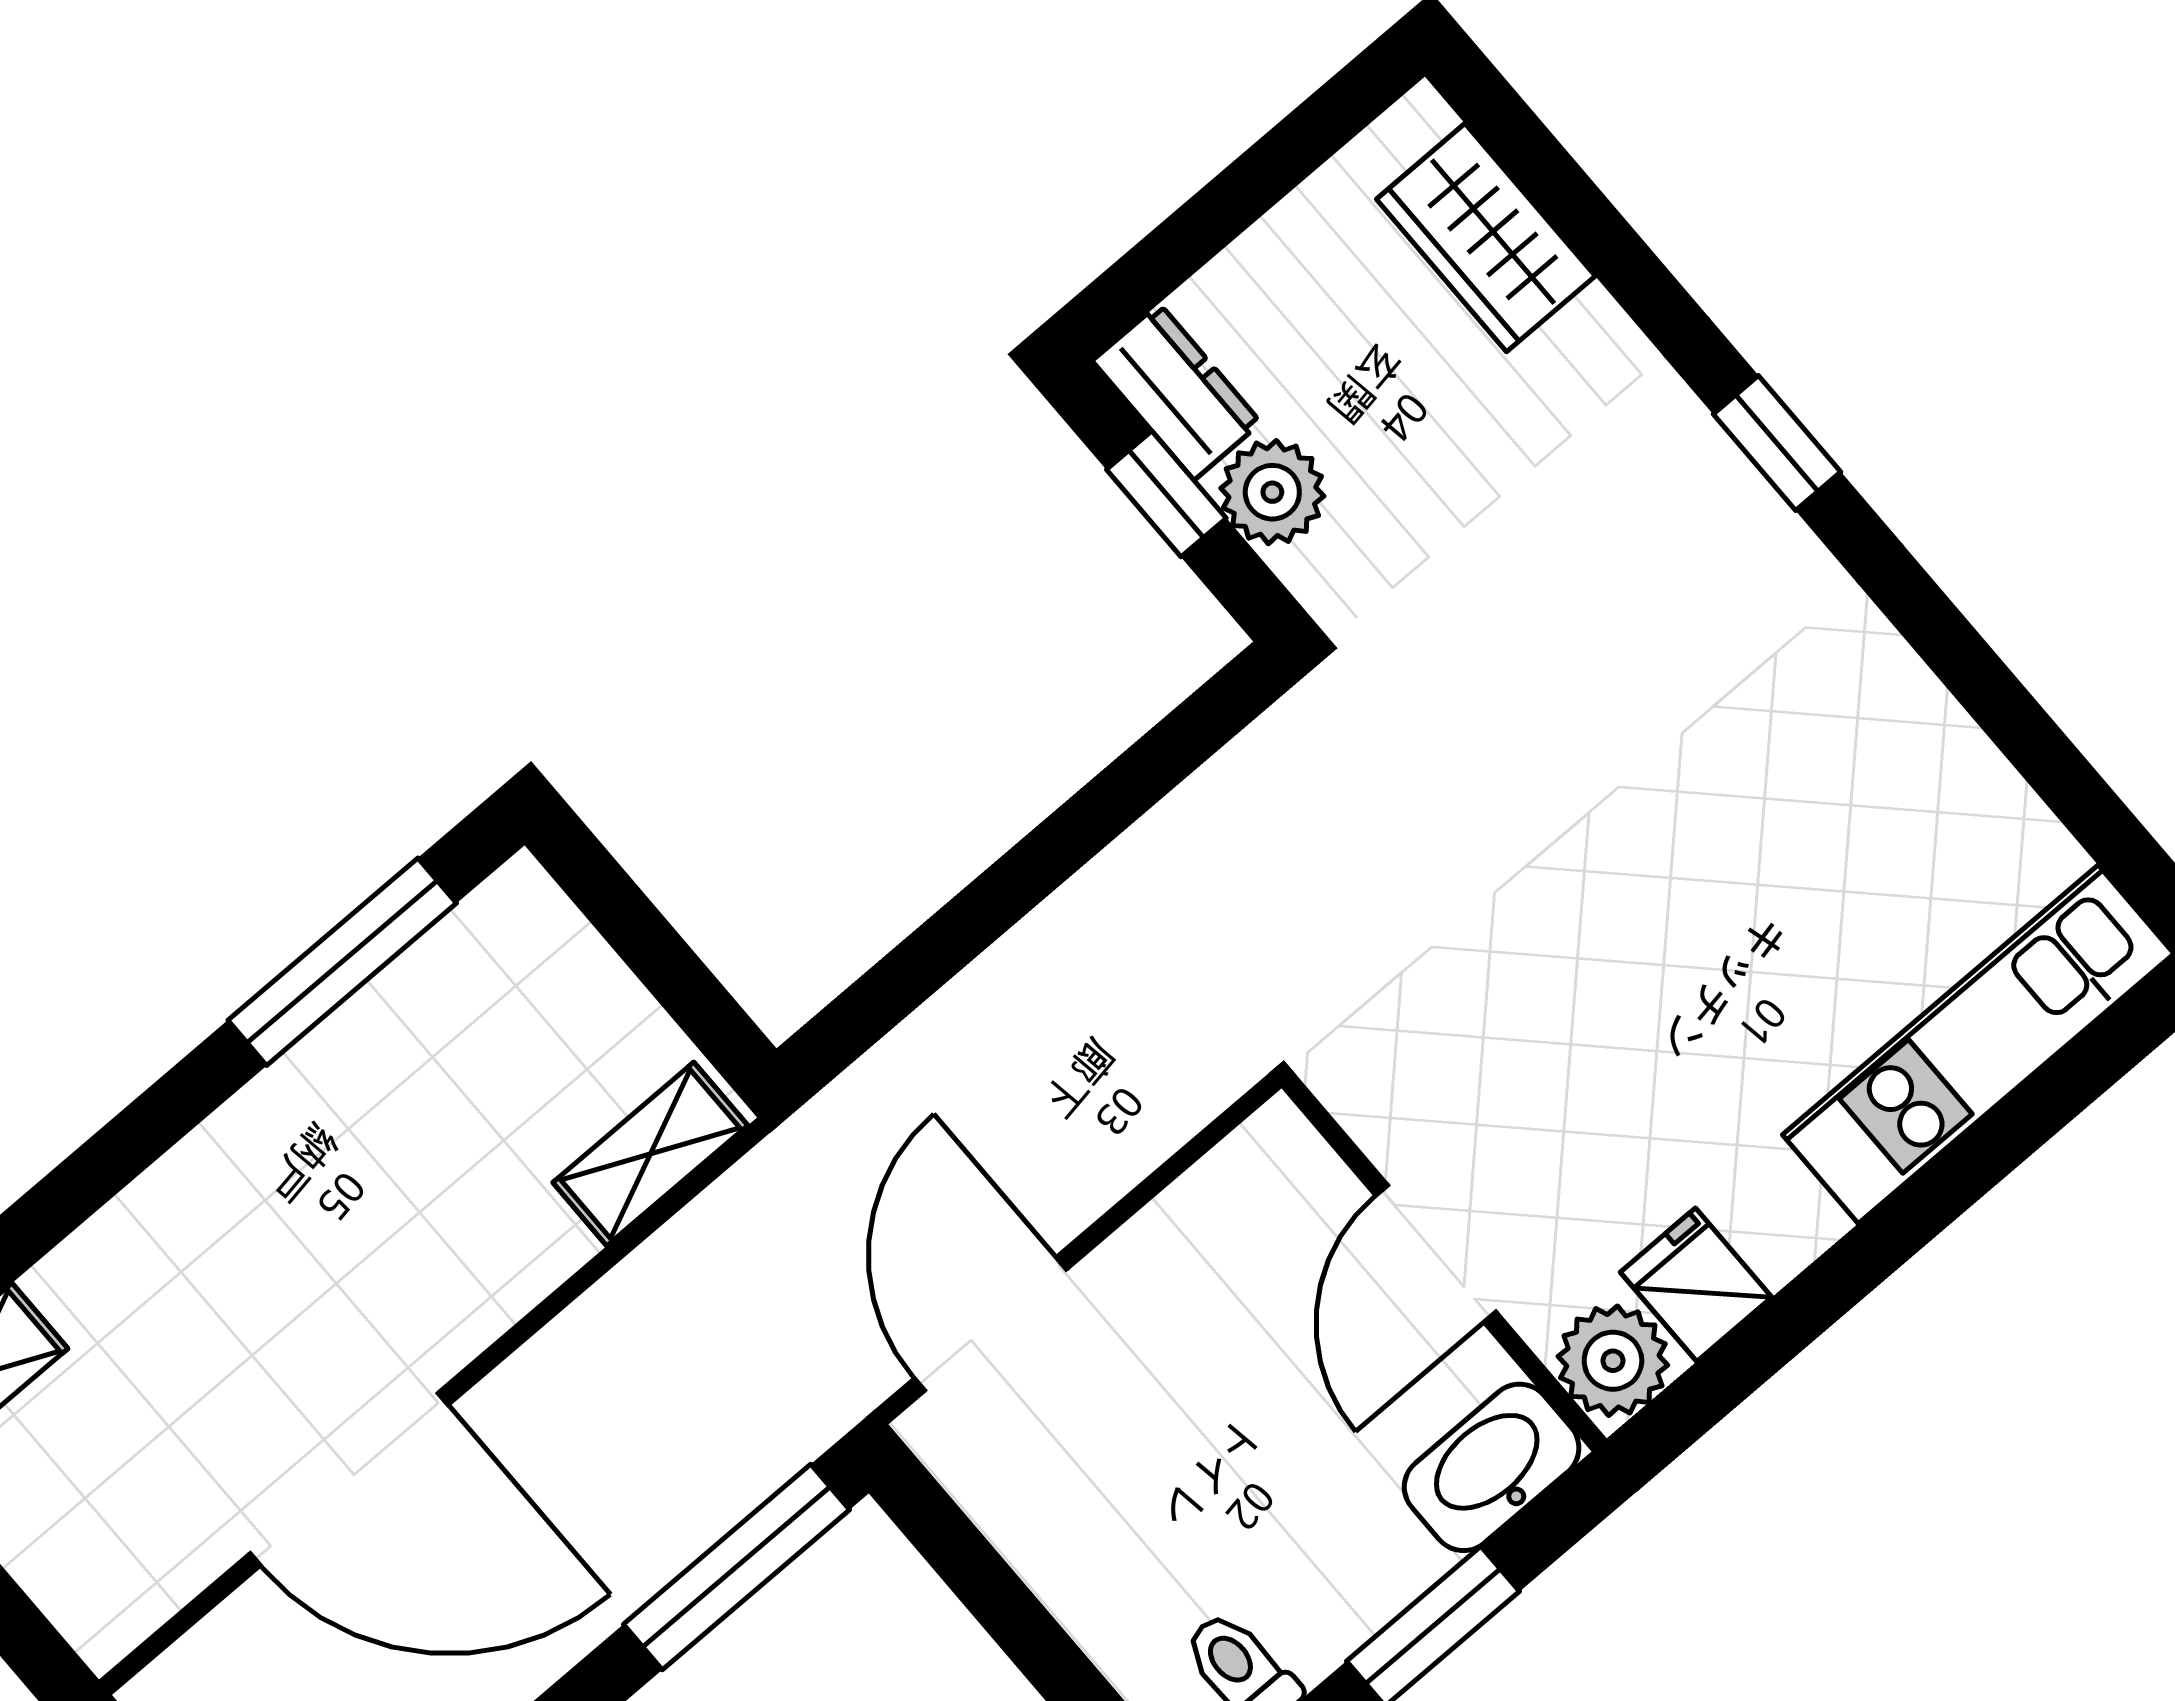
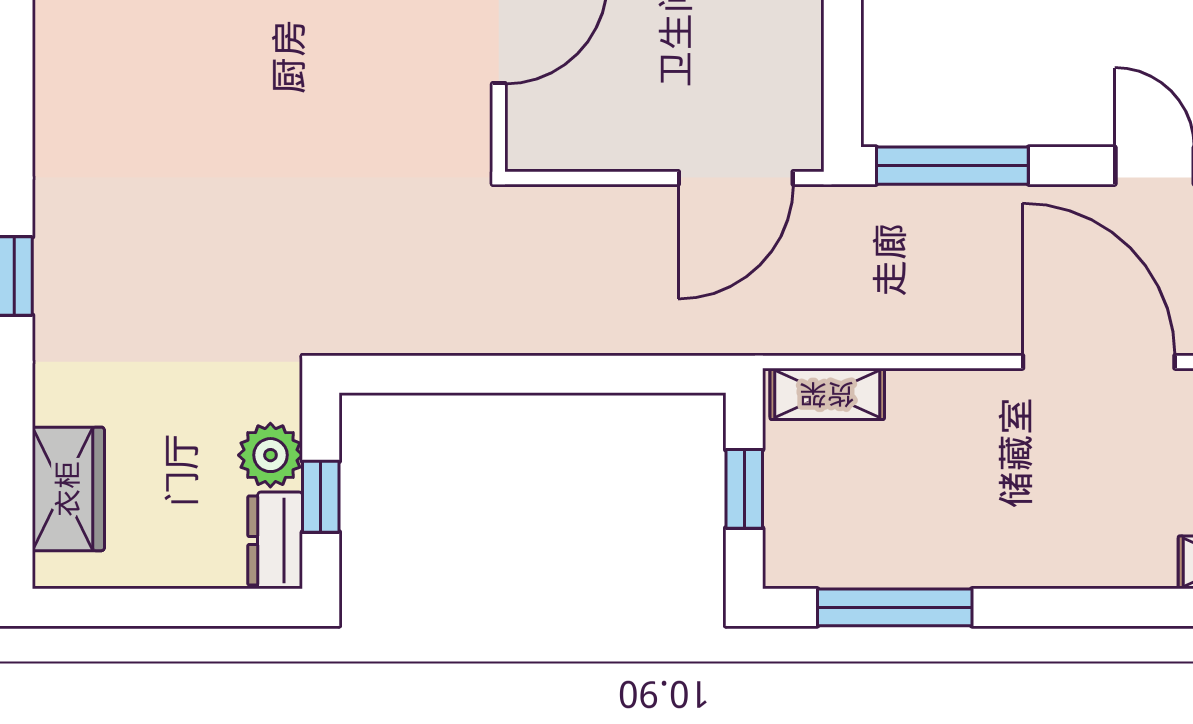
window: (653, 949) -> (744, 489), added

